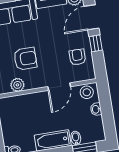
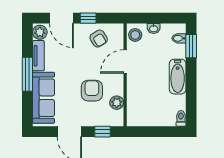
armchair: (77, 57) -> (99, 39), turned -122
door: (59, 87) -> (125, 61), swing flipped
bidet: (76, 138) -> (179, 38), moved

